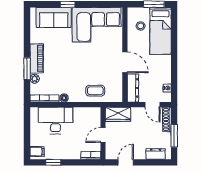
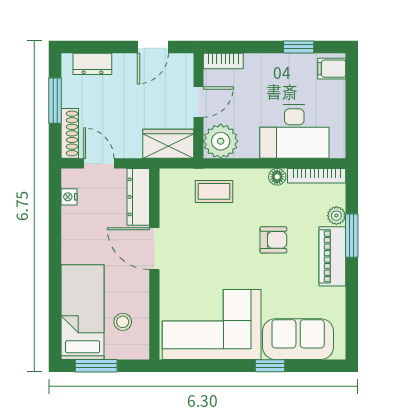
armchair: (66, 67) -> (273, 240), added
plant: (92, 116) -> (221, 141), added

